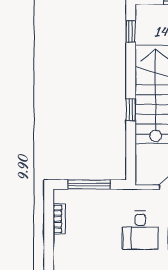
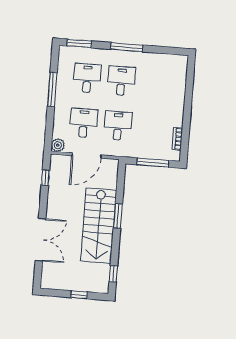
window: (131, 109) -> (118, 216), width x1.50

